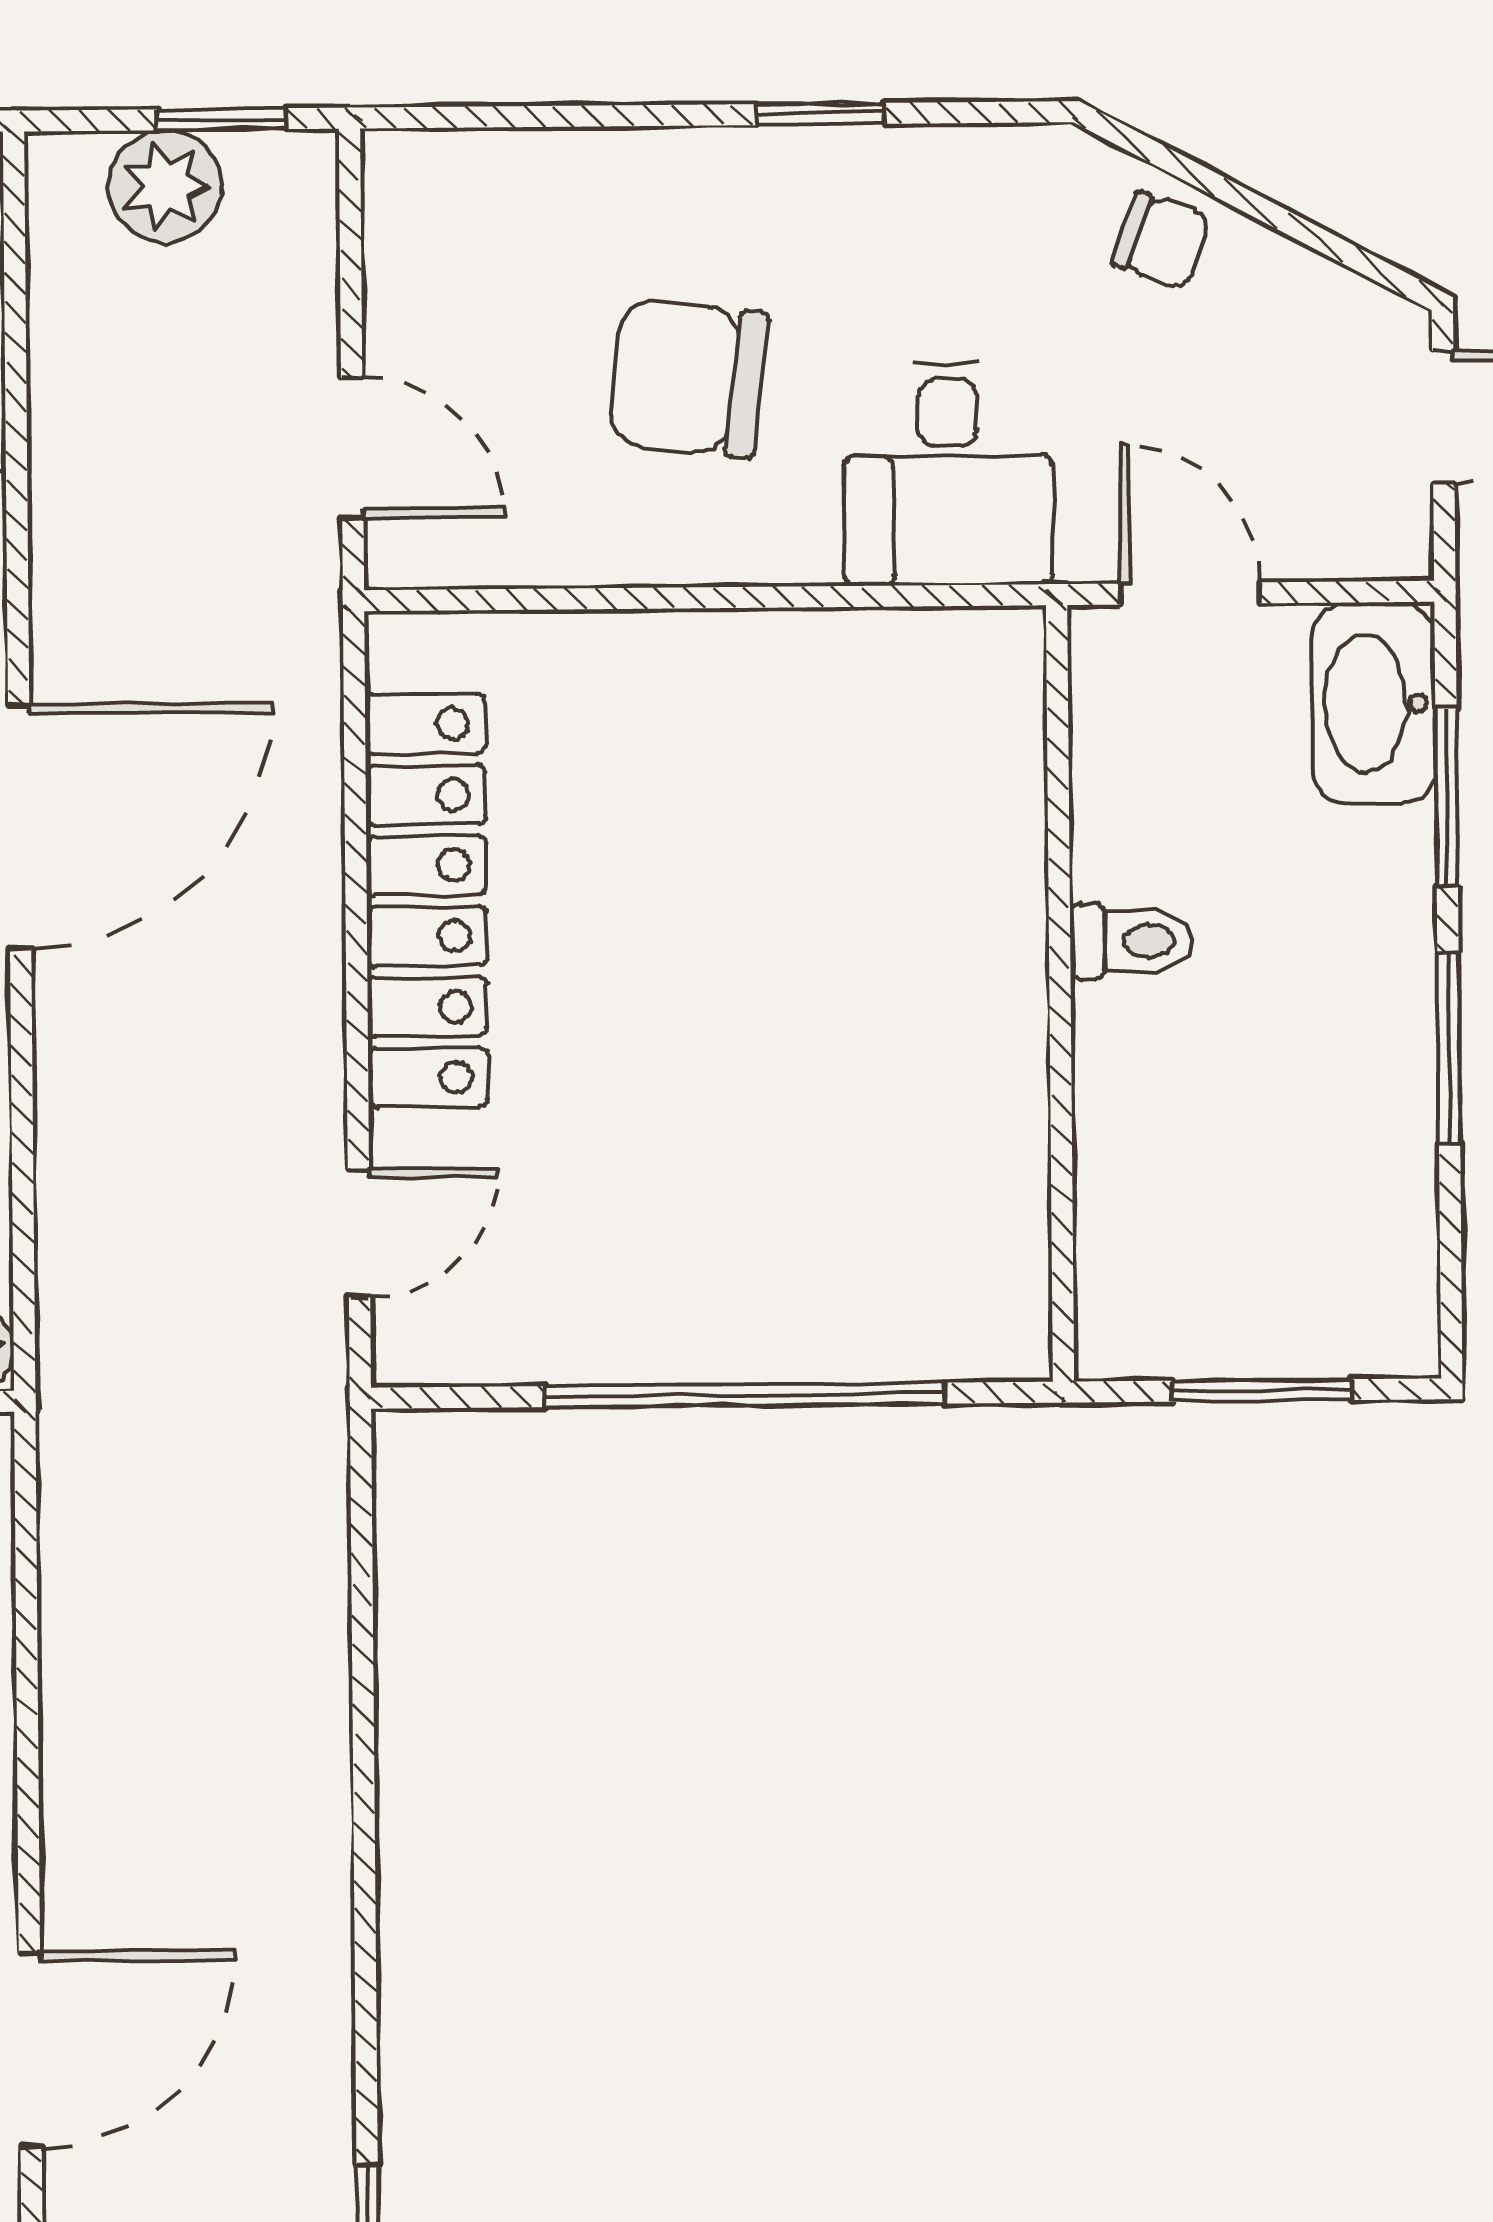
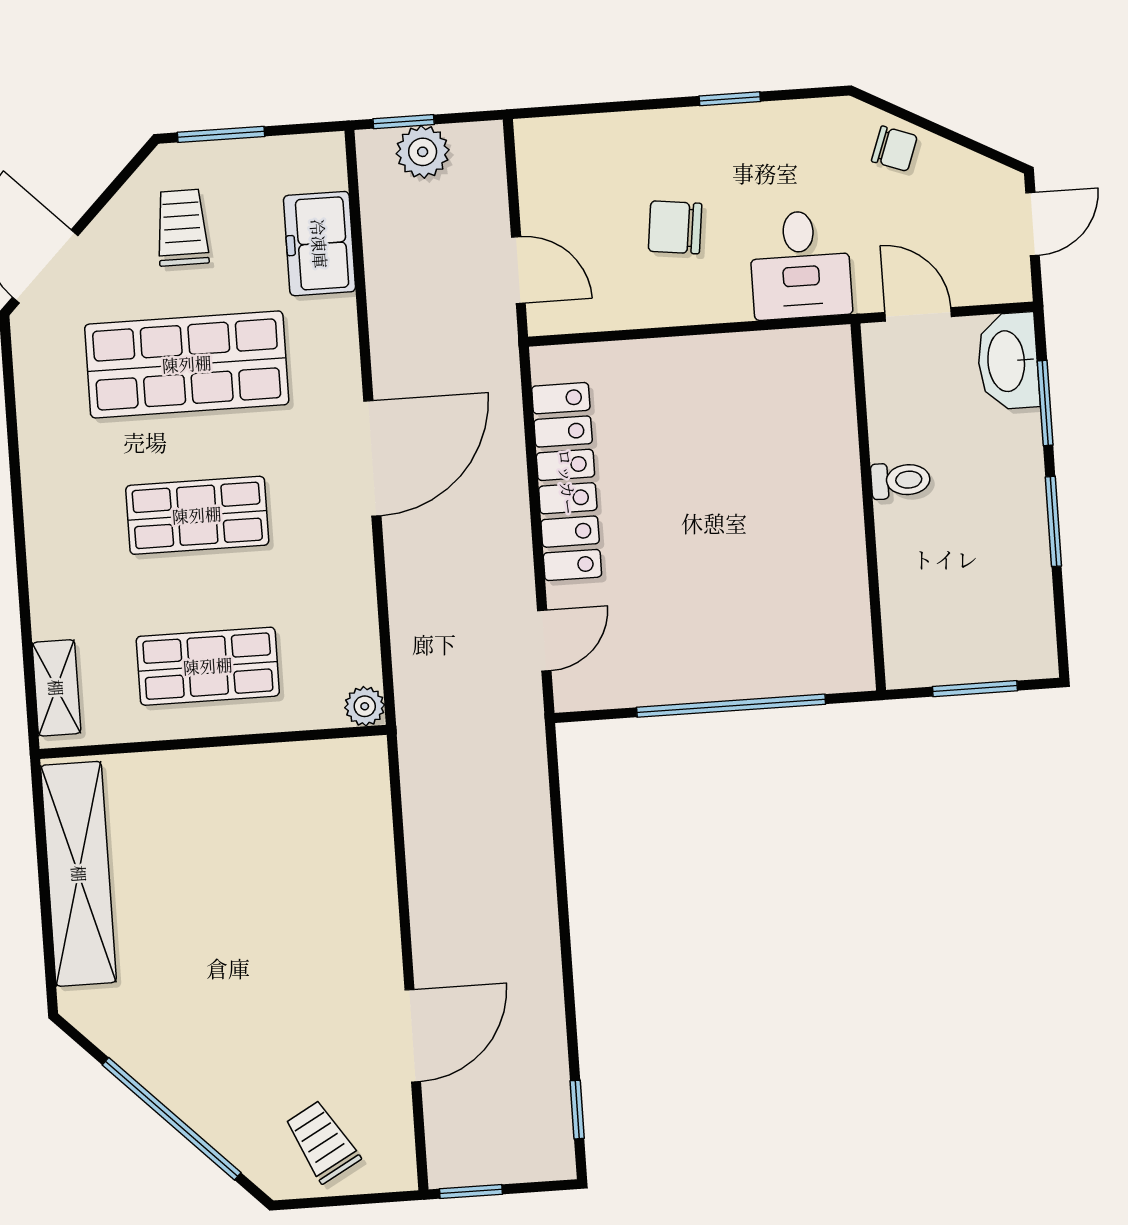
window: (222, 119) -> (404, 122), moved
chair: (688, 378) -> (675, 227), width x0.73, depth x0.73

